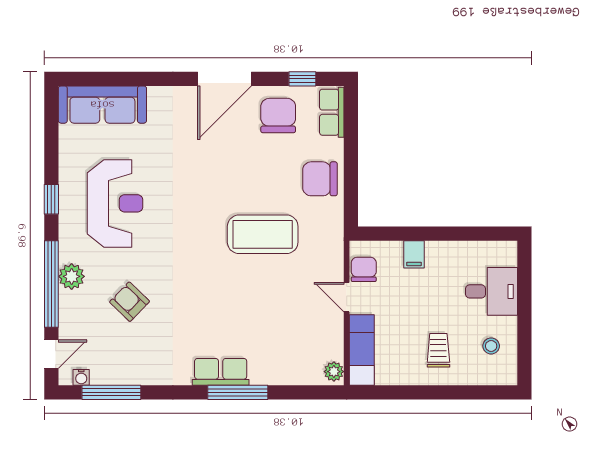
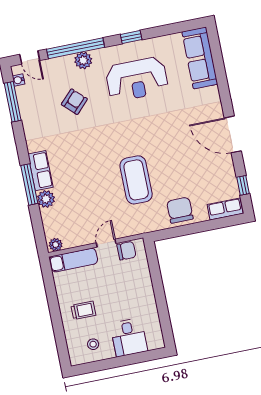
chair: (278, 116) -> (216, 174), removed
filing cabinet: (414, 254) -> (143, 282), removed
plant: (264, 372) -> (46, 199), added

